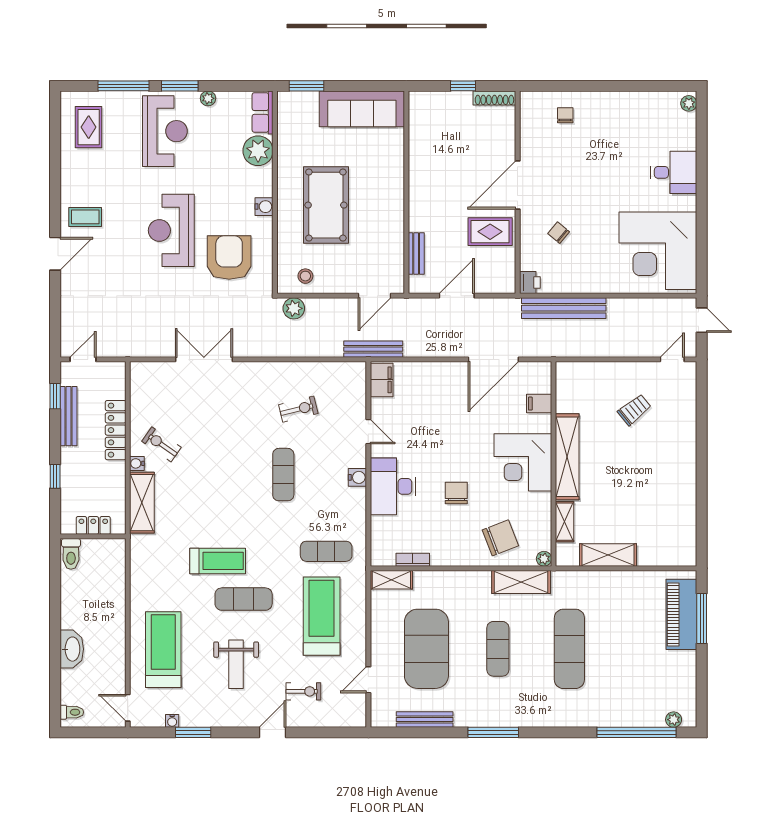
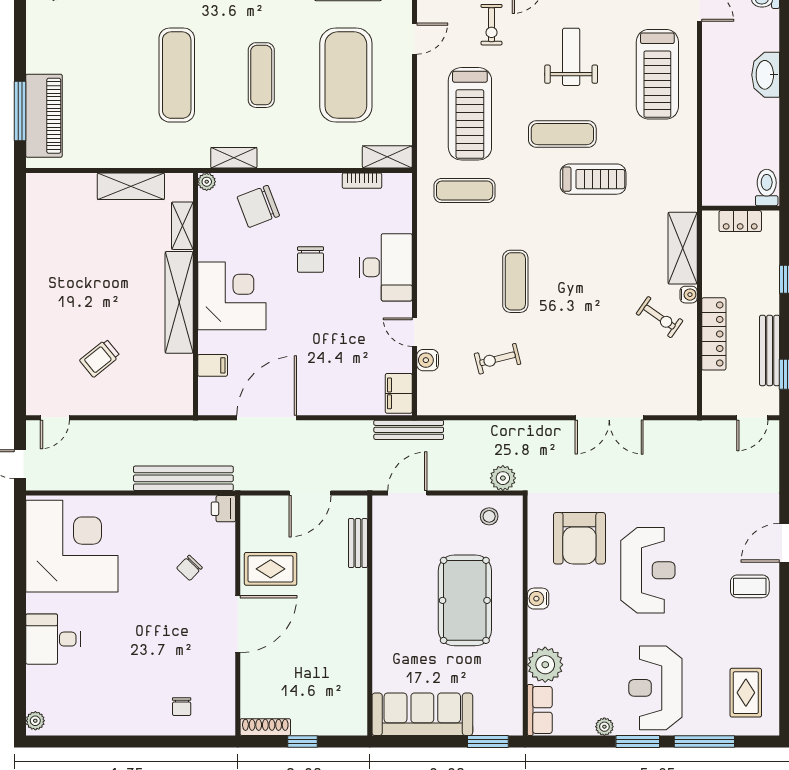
chair: (559, 233) -> (189, 568), turned 94
water cooler: (357, 477) -> (428, 360), moved
treadmill: (218, 561) -> (593, 179), turned 180
shelving: (521, 582) -> (234, 158), width x0.67, depth x0.75
exercise bike: (303, 691) -> (491, 25), turned -90

